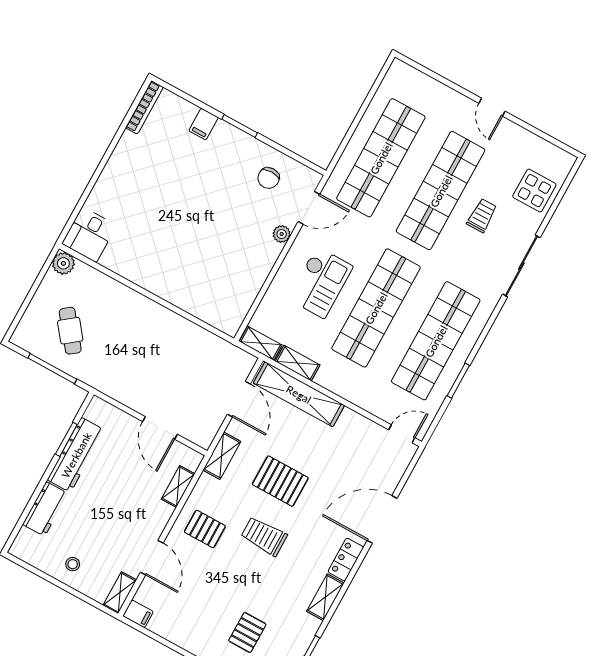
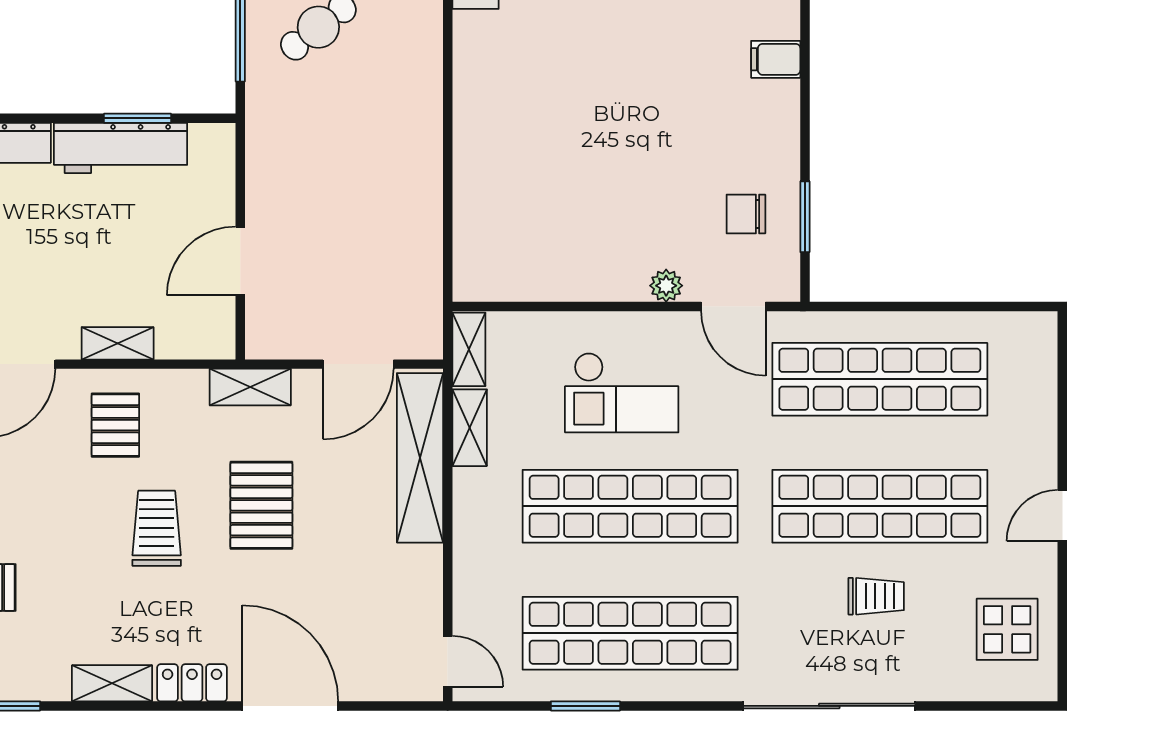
window: (240, 126) -> (805, 217), moved
display table: (534, 191) -> (1007, 629), moved
sliding door: (521, 266) -> (829, 706), width x1.36
shelving: (178, 486) -> (118, 343), moved

